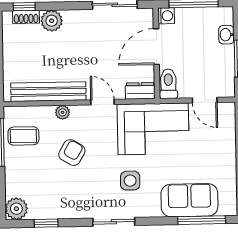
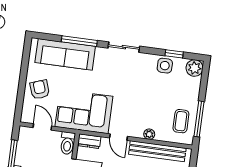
coffee table: (23, 136) -> (181, 121), turned 90
armchair: (72, 153) -> (40, 89), moved, turned 130
side table: (130, 181) -> (165, 66), moved
sofa: (189, 200) -> (65, 54), width x1.36
window: (202, 220) -> (79, 41), moved

